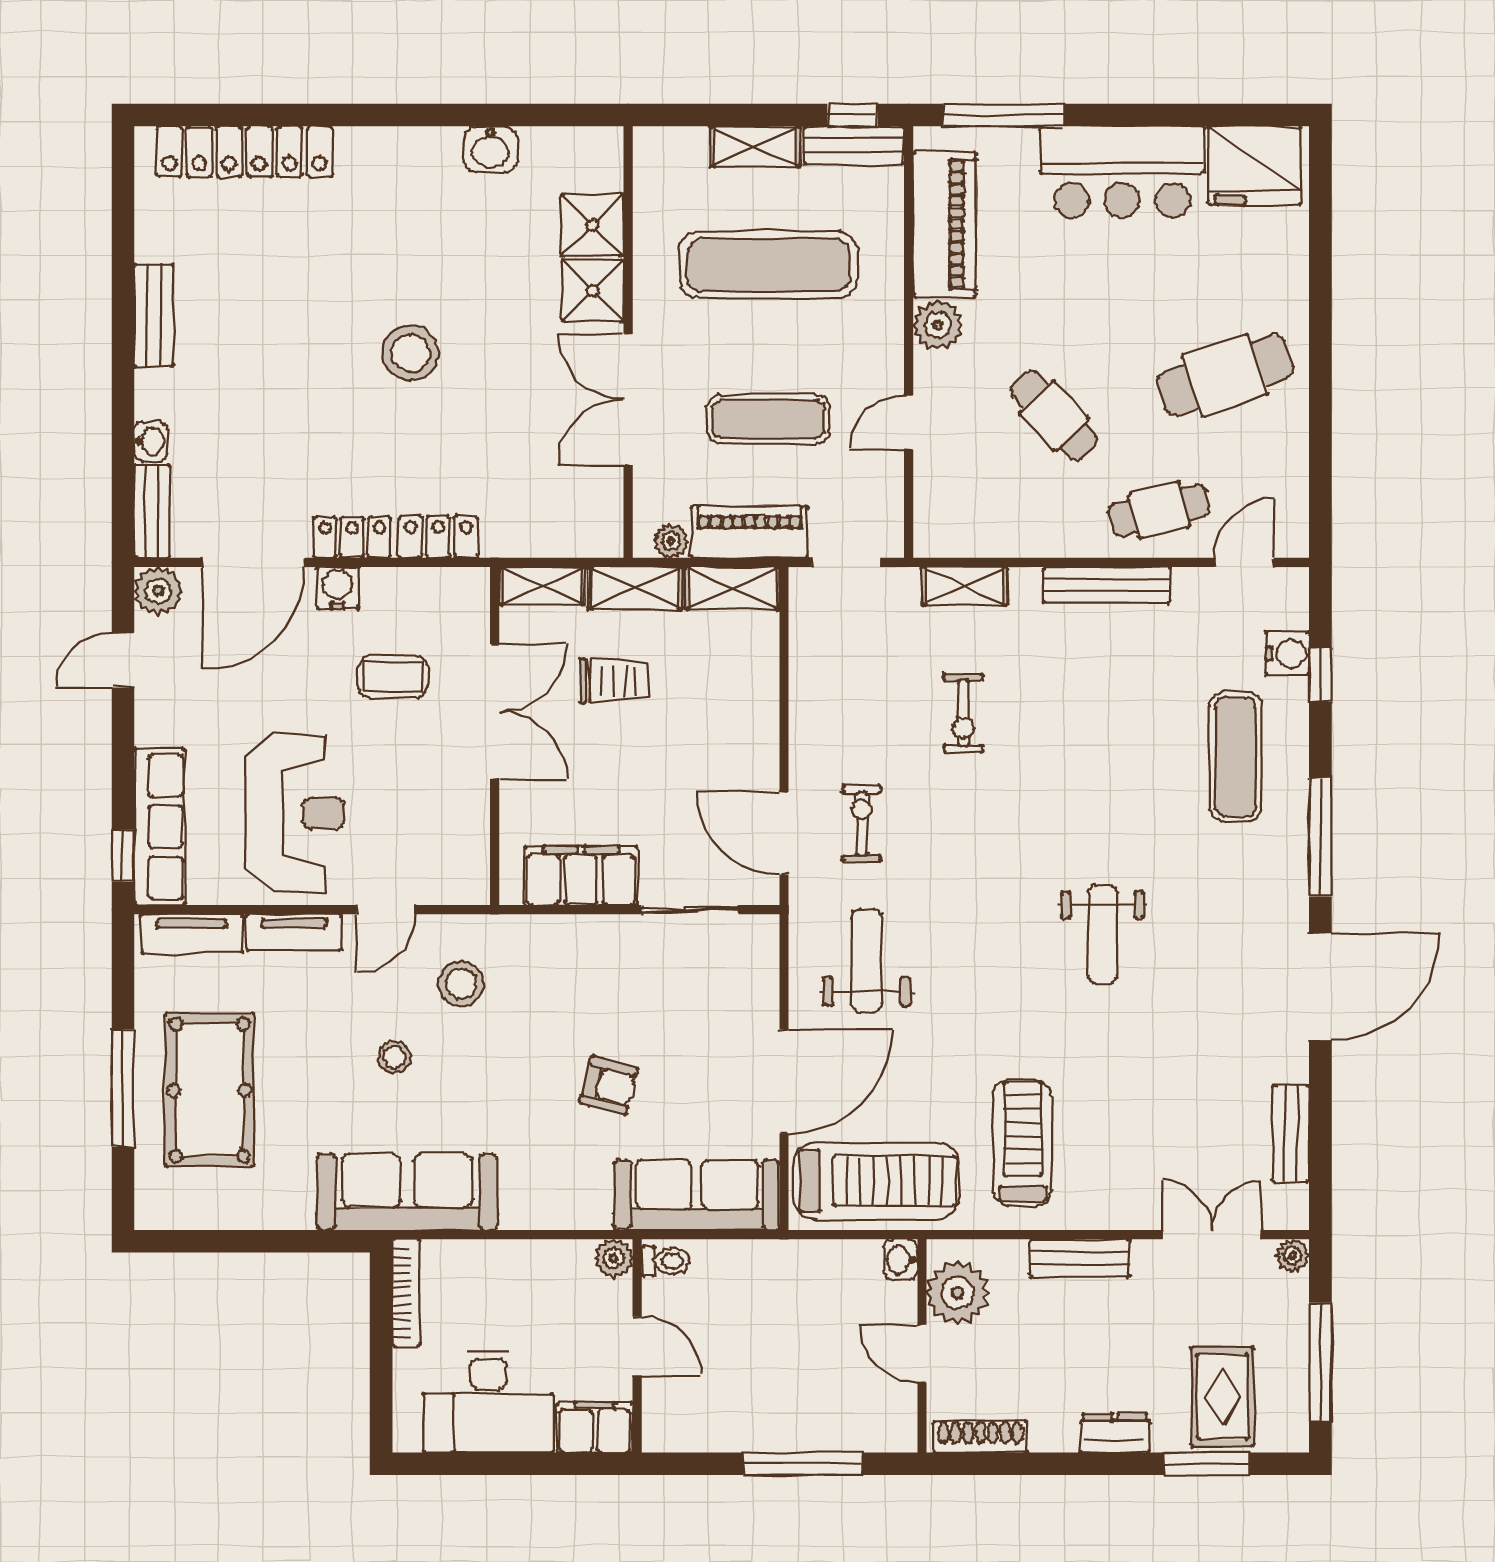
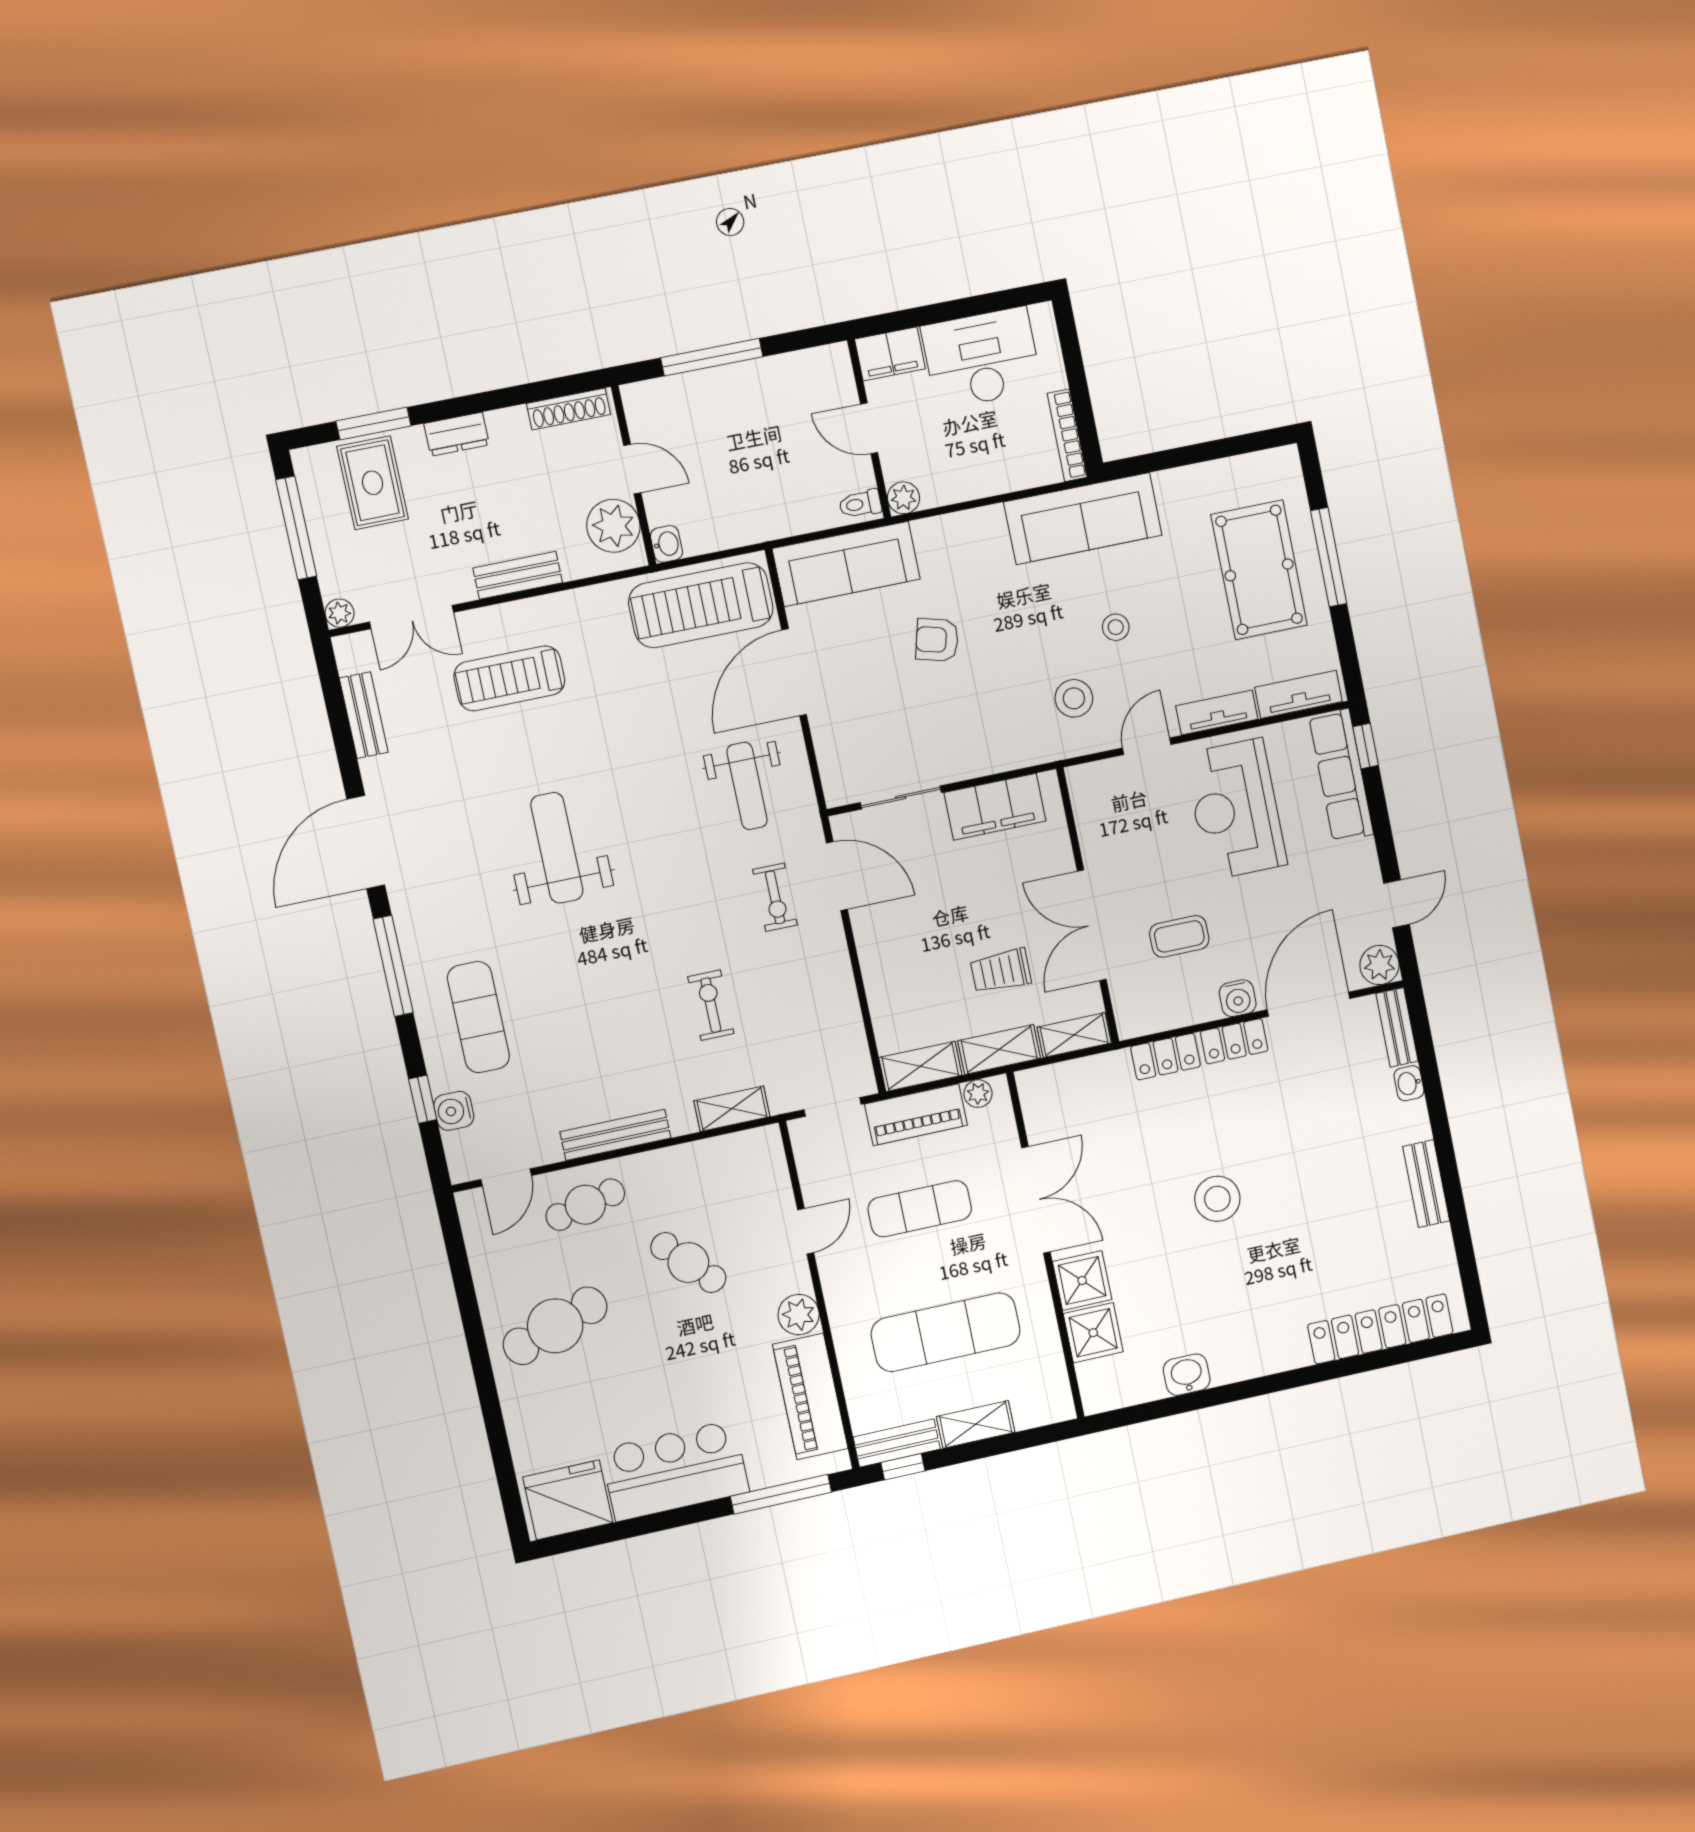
weight bench: (1103, 934) -> (557, 848), width x1.36, depth x1.33
treadmill: (1023, 1143) -> (509, 678), moved, turned 90

